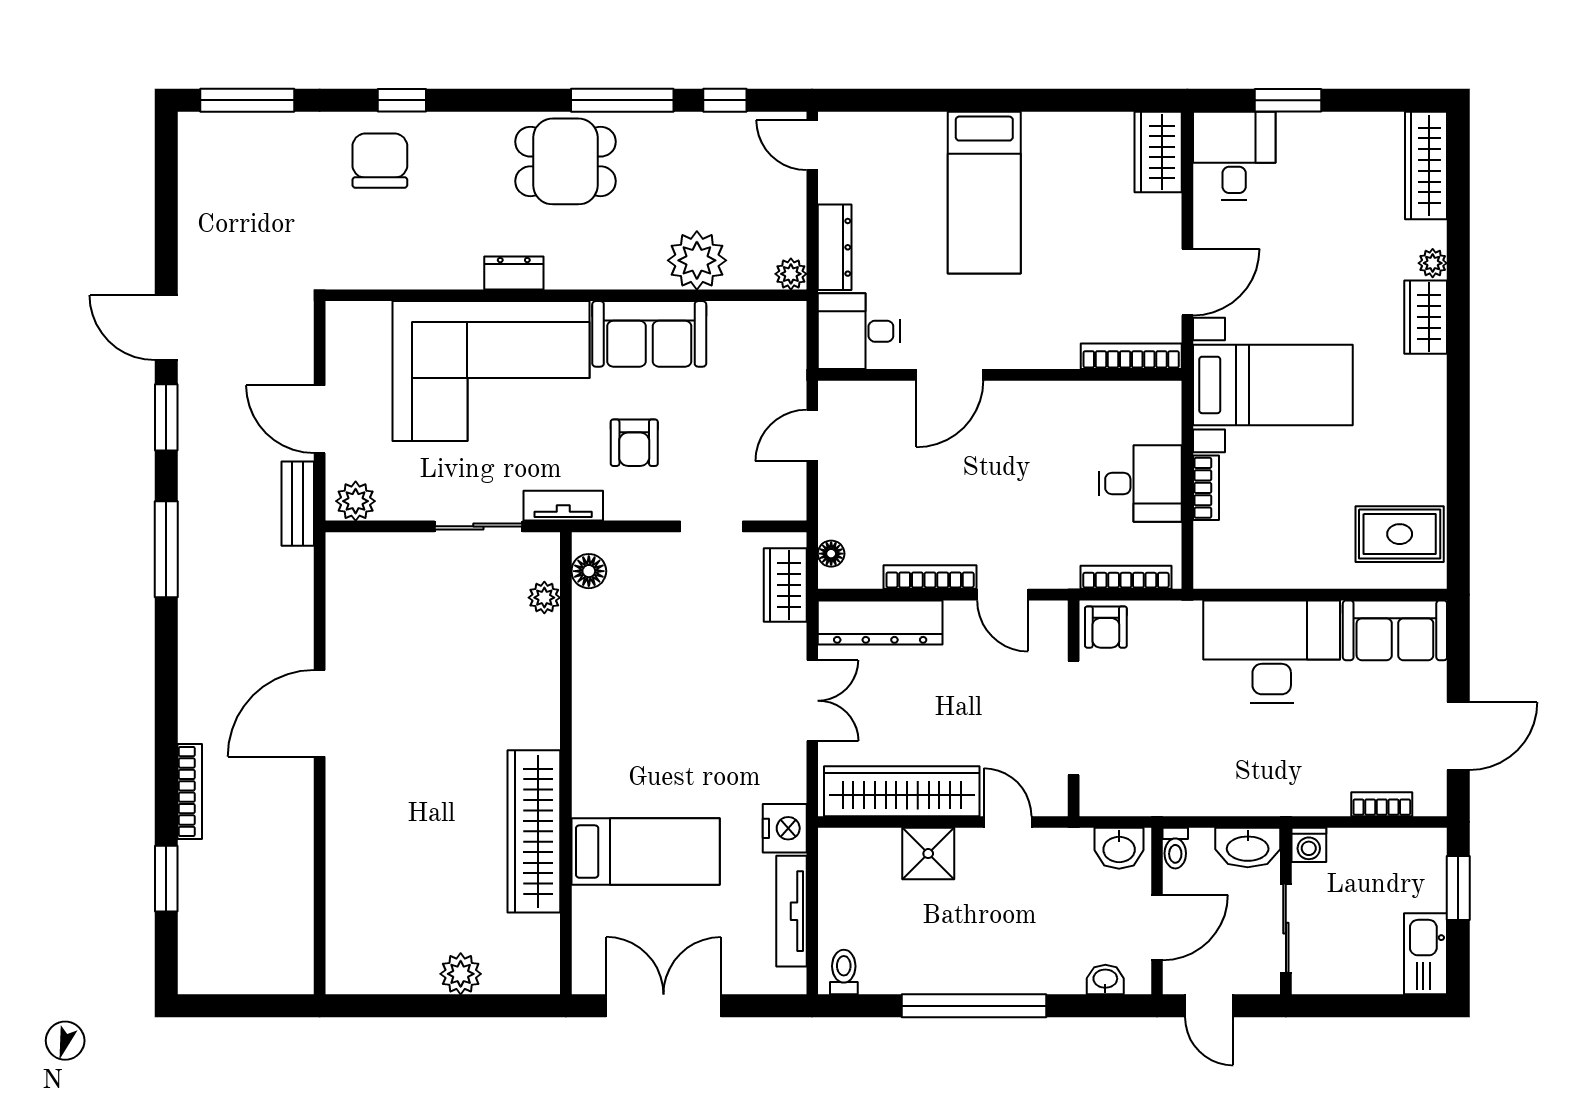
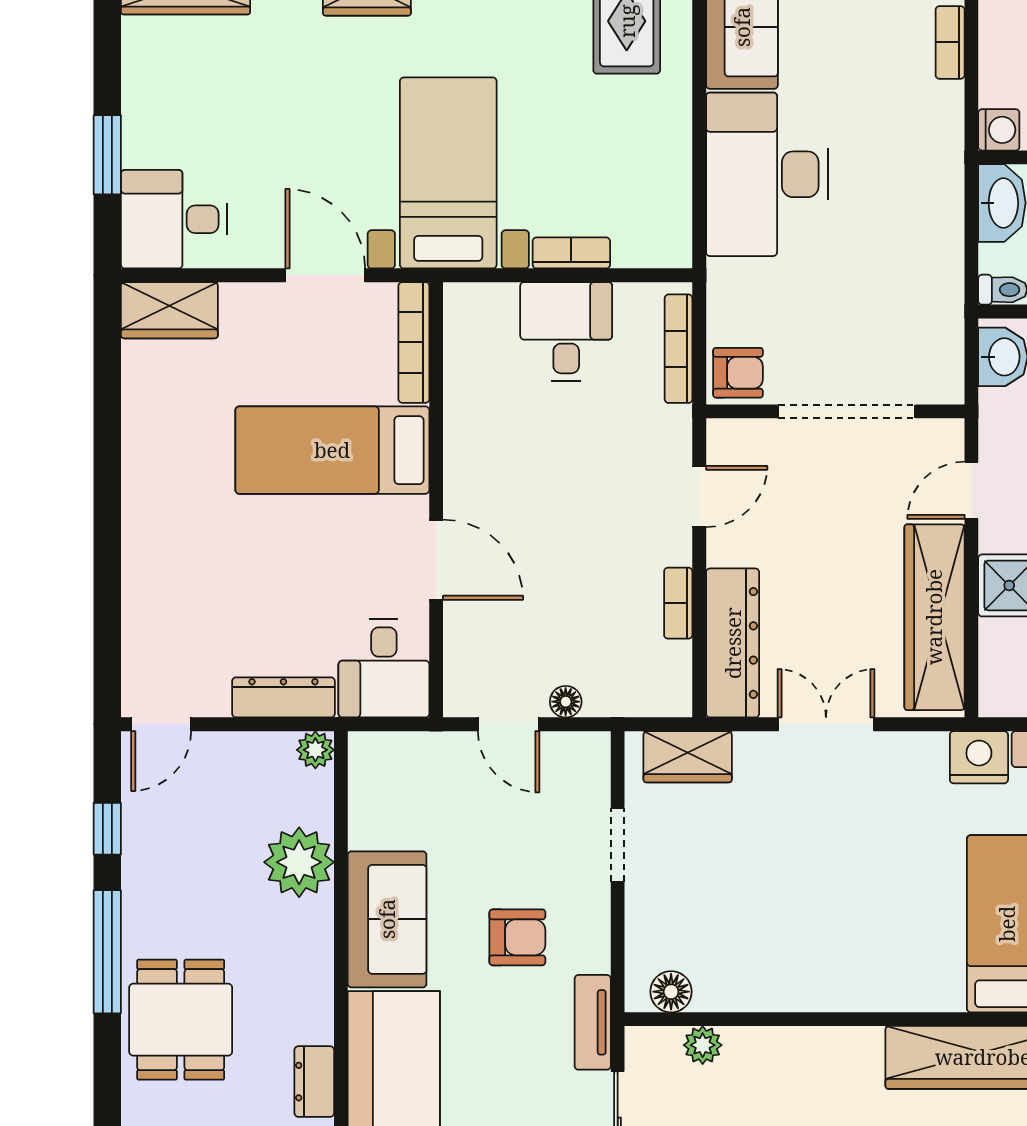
bed: (984, 193) -> (332, 450), moved, turned 180
floor lamp: (831, 554) -> (566, 702), moved
bookcase: (930, 577) -> (678, 603), width x0.64

